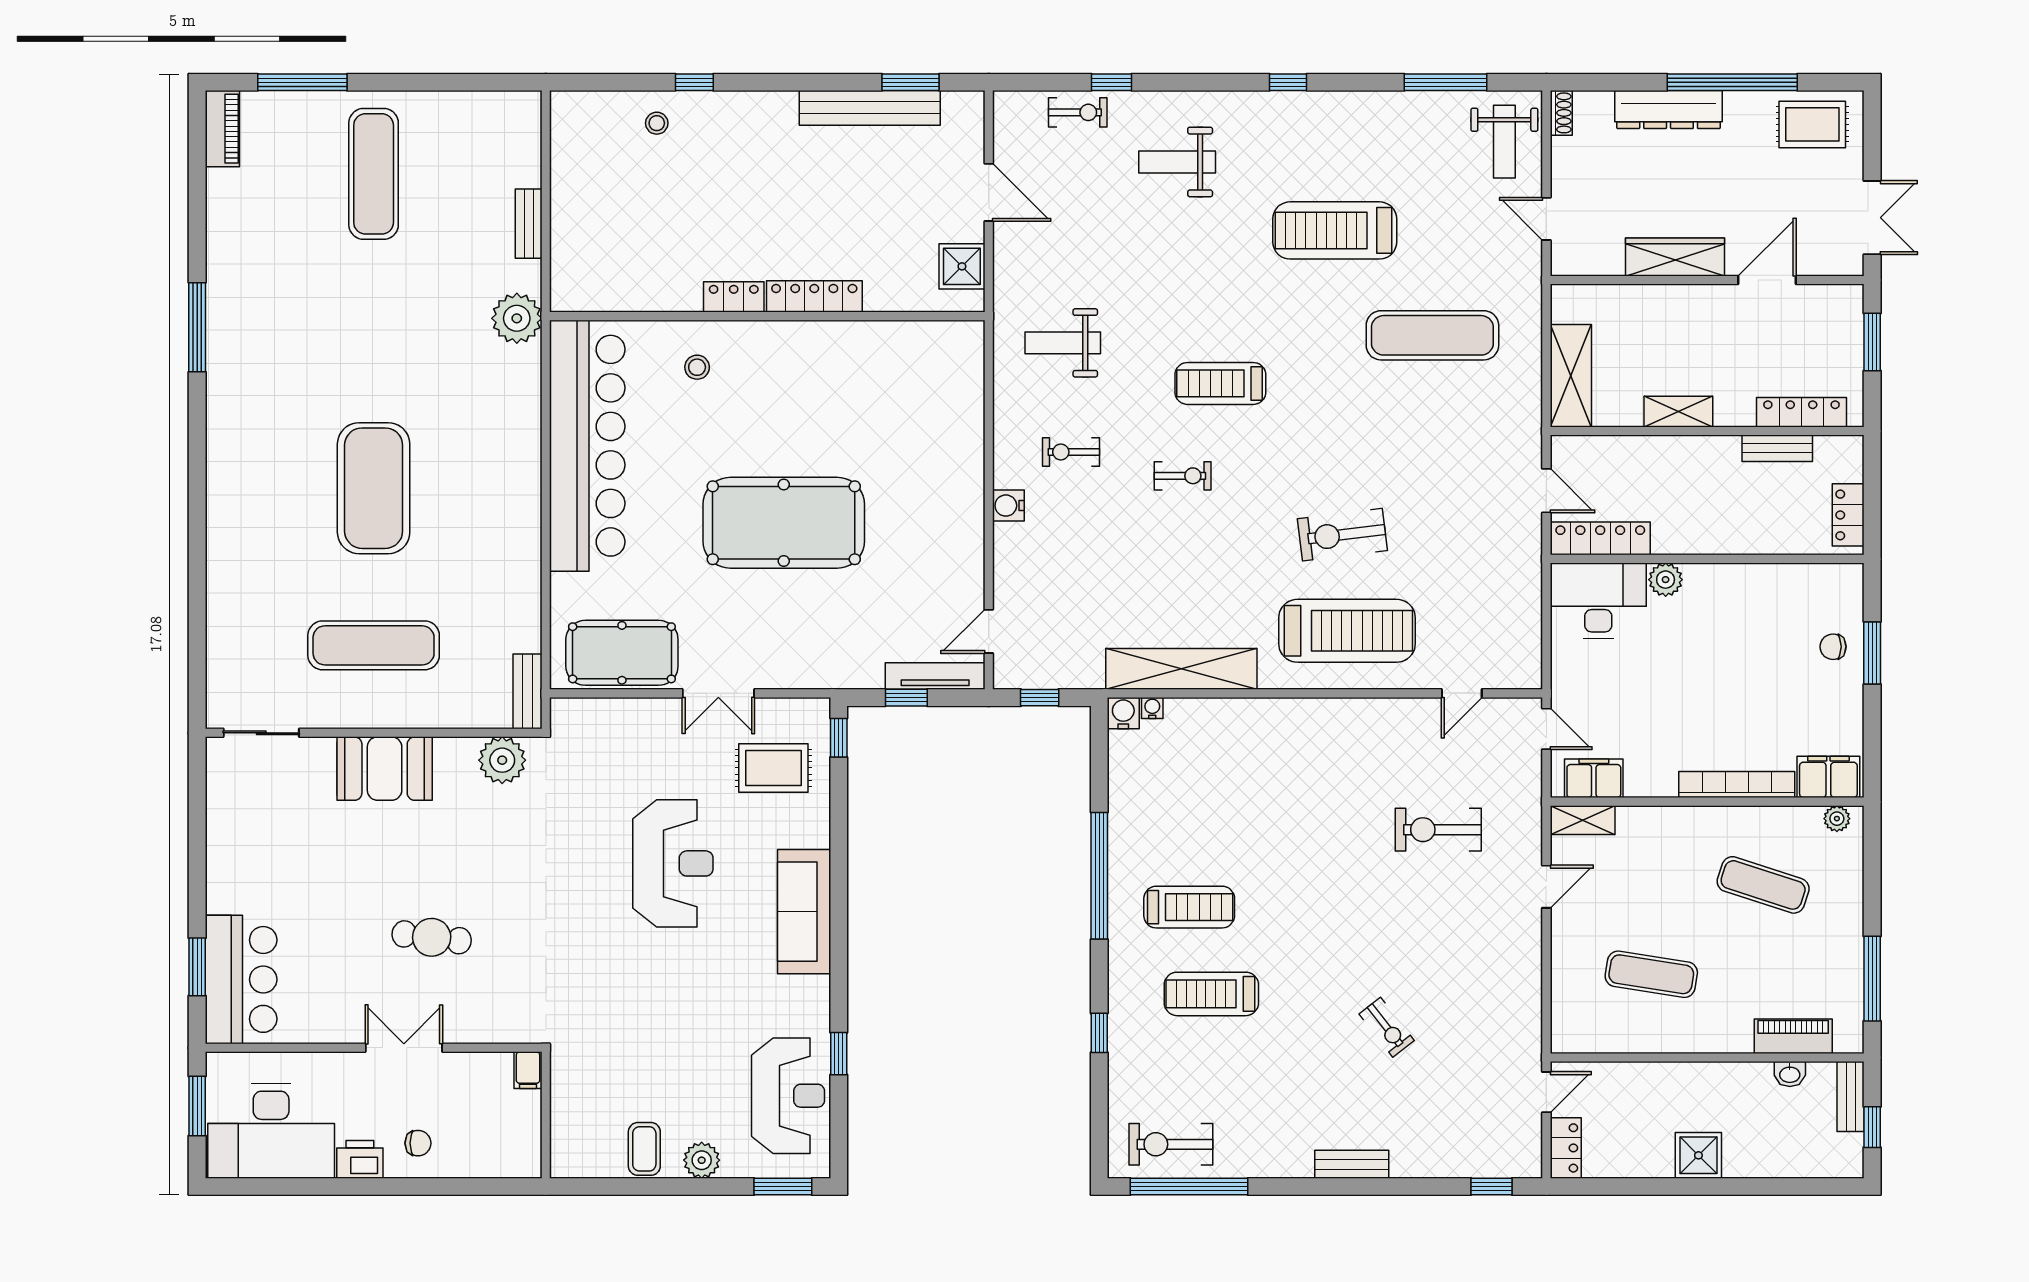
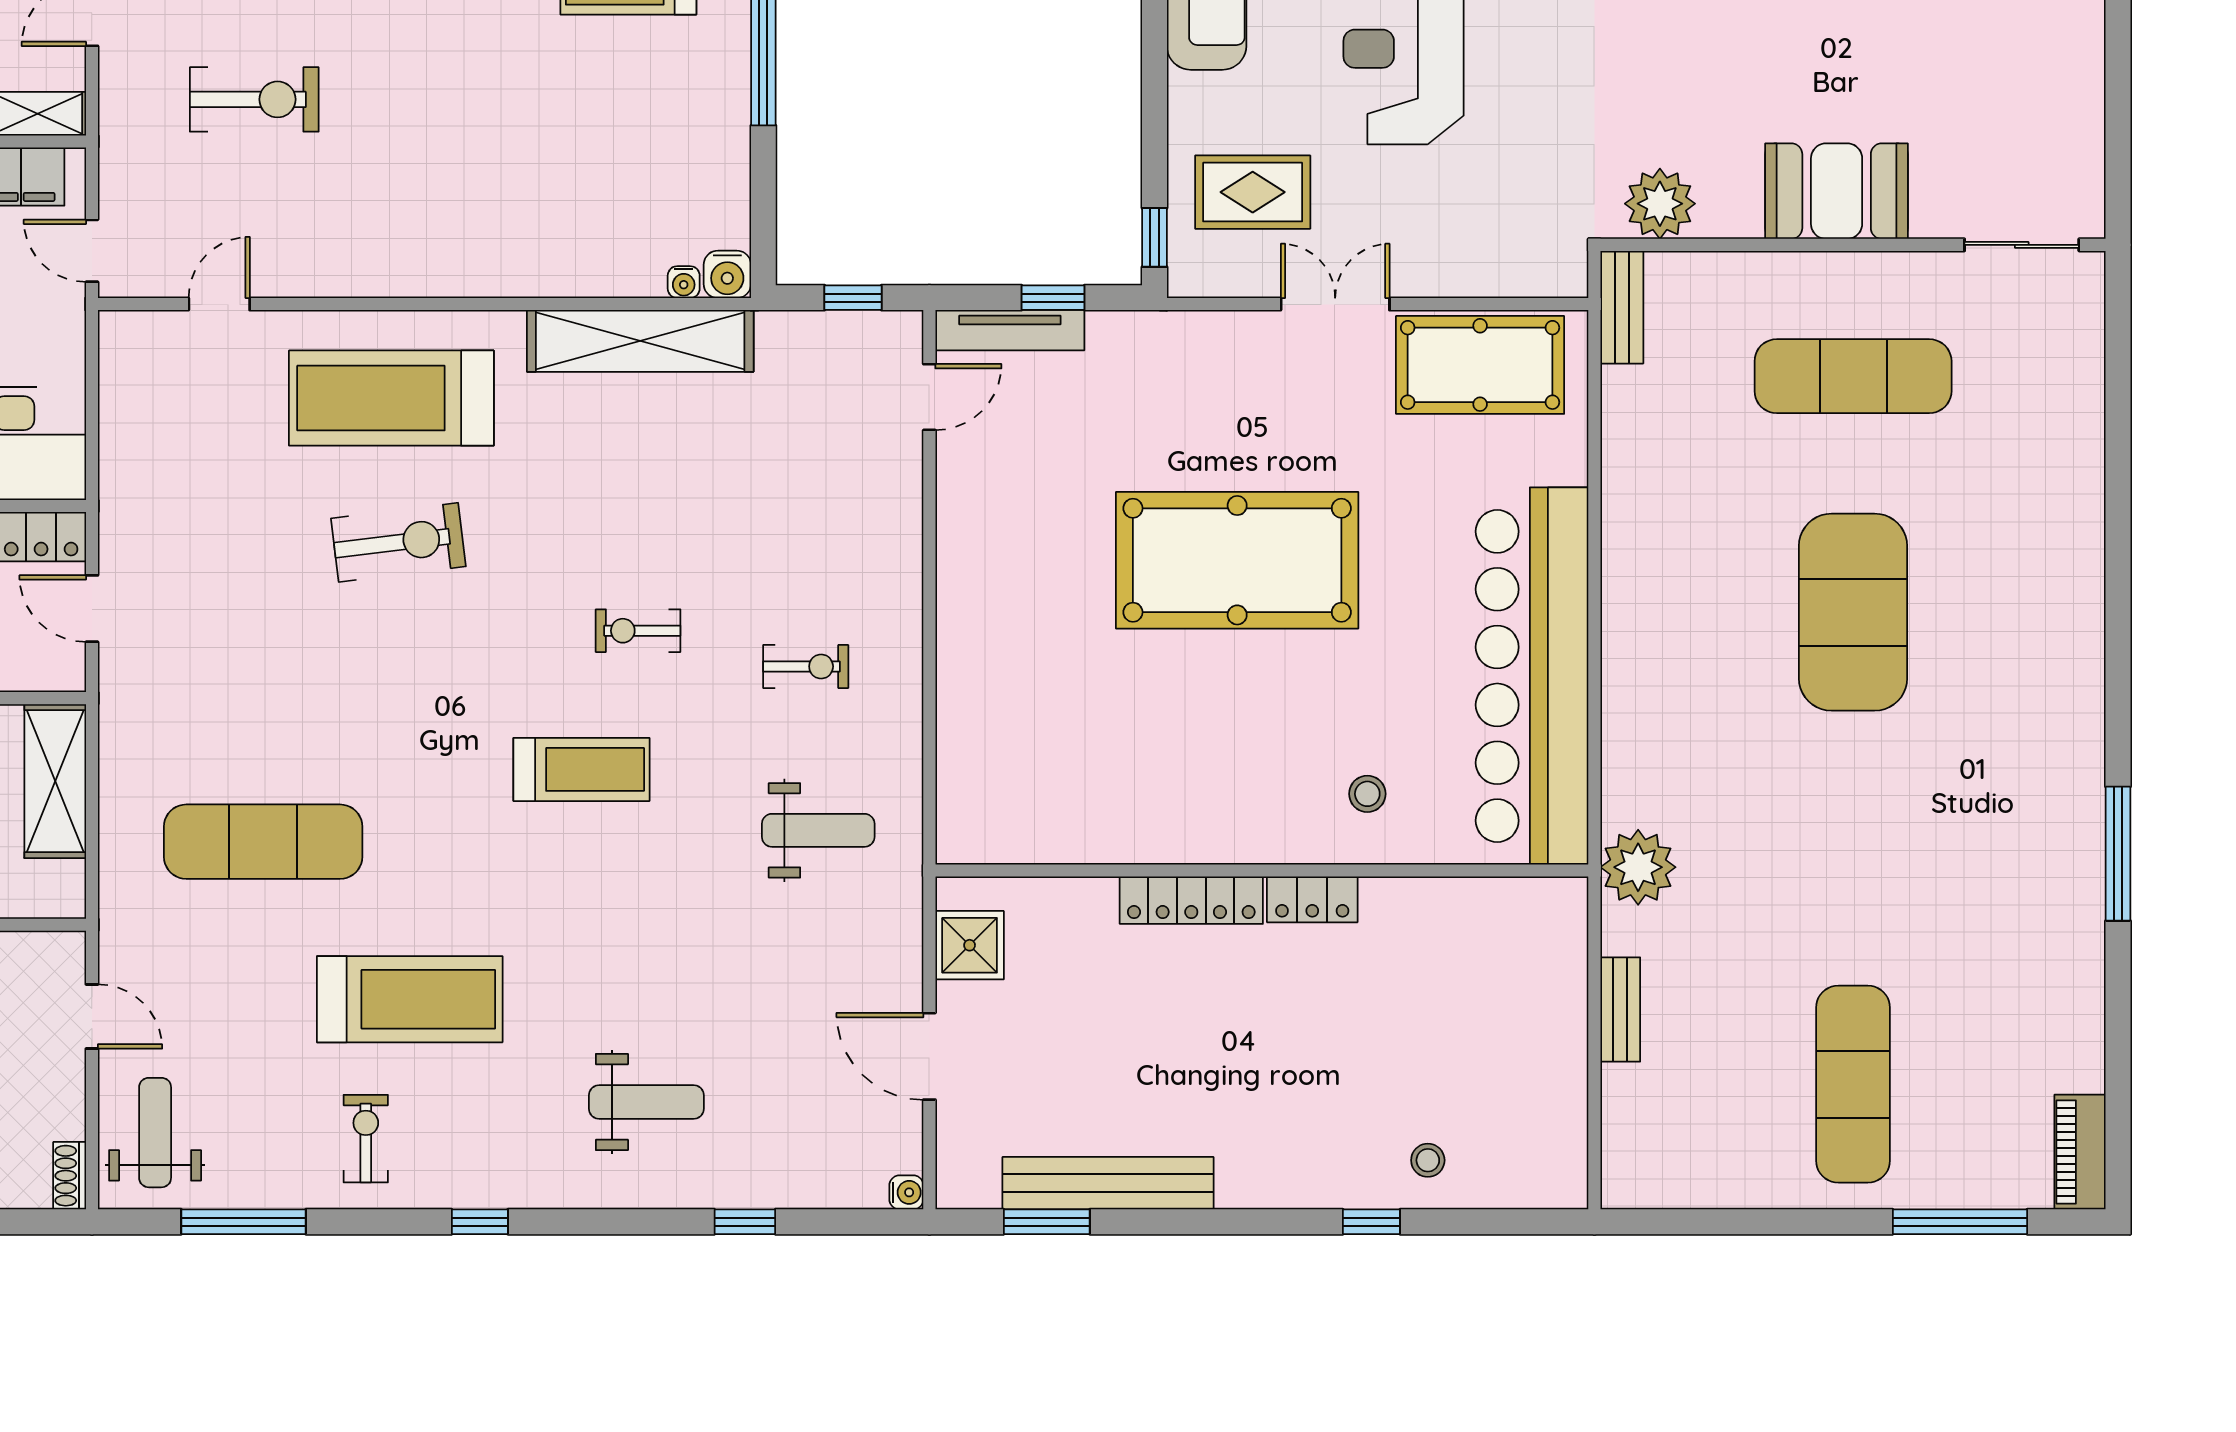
exercise bike: (1078, 112) -> (366, 1139), moved, turned 90
water cooler: (1008, 506) -> (906, 1192), moved, width x0.72, depth x0.72

